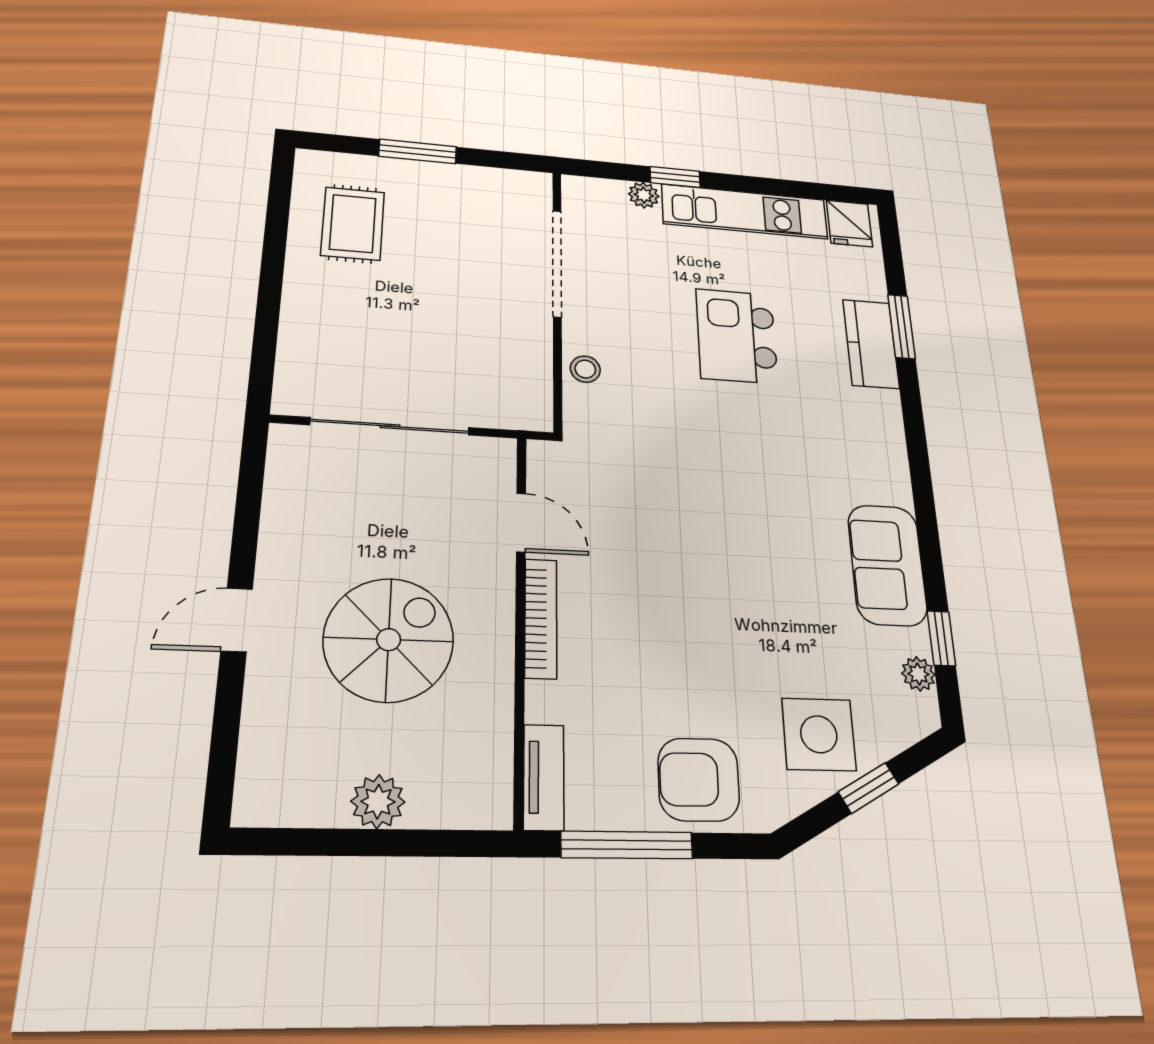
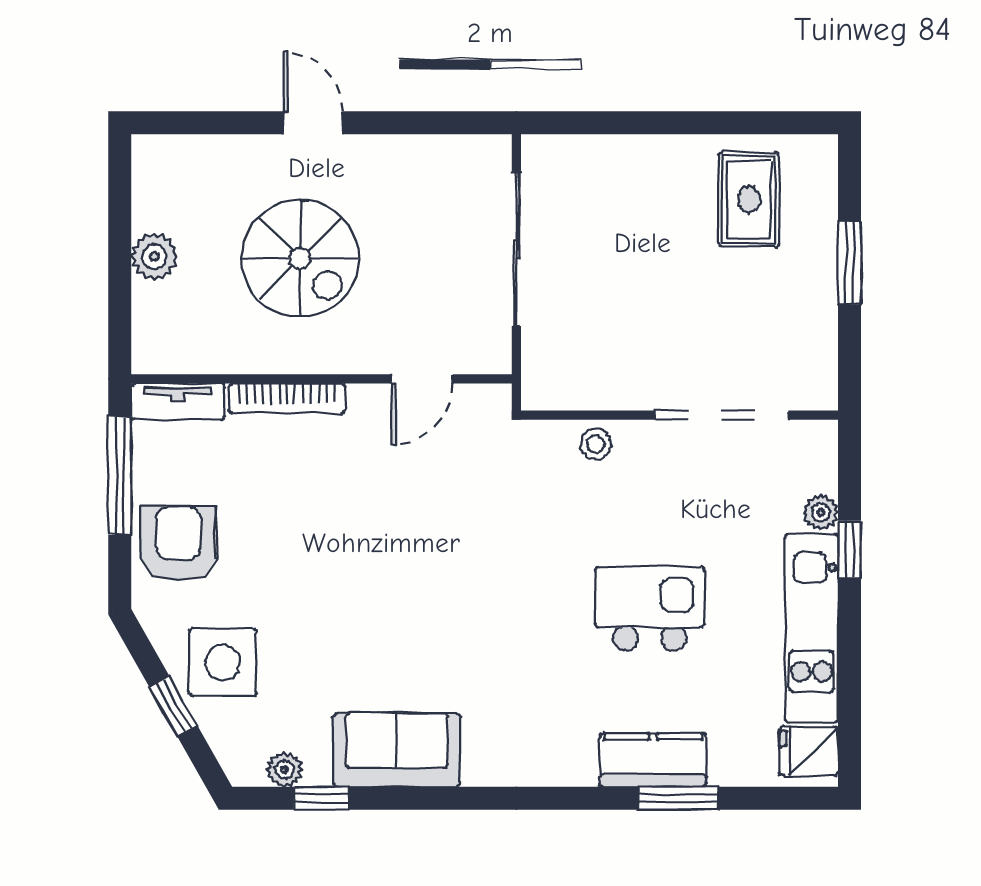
rug: (353, 224) -> (749, 199), turned 90
bookcase: (541, 618) -> (287, 398), moved

